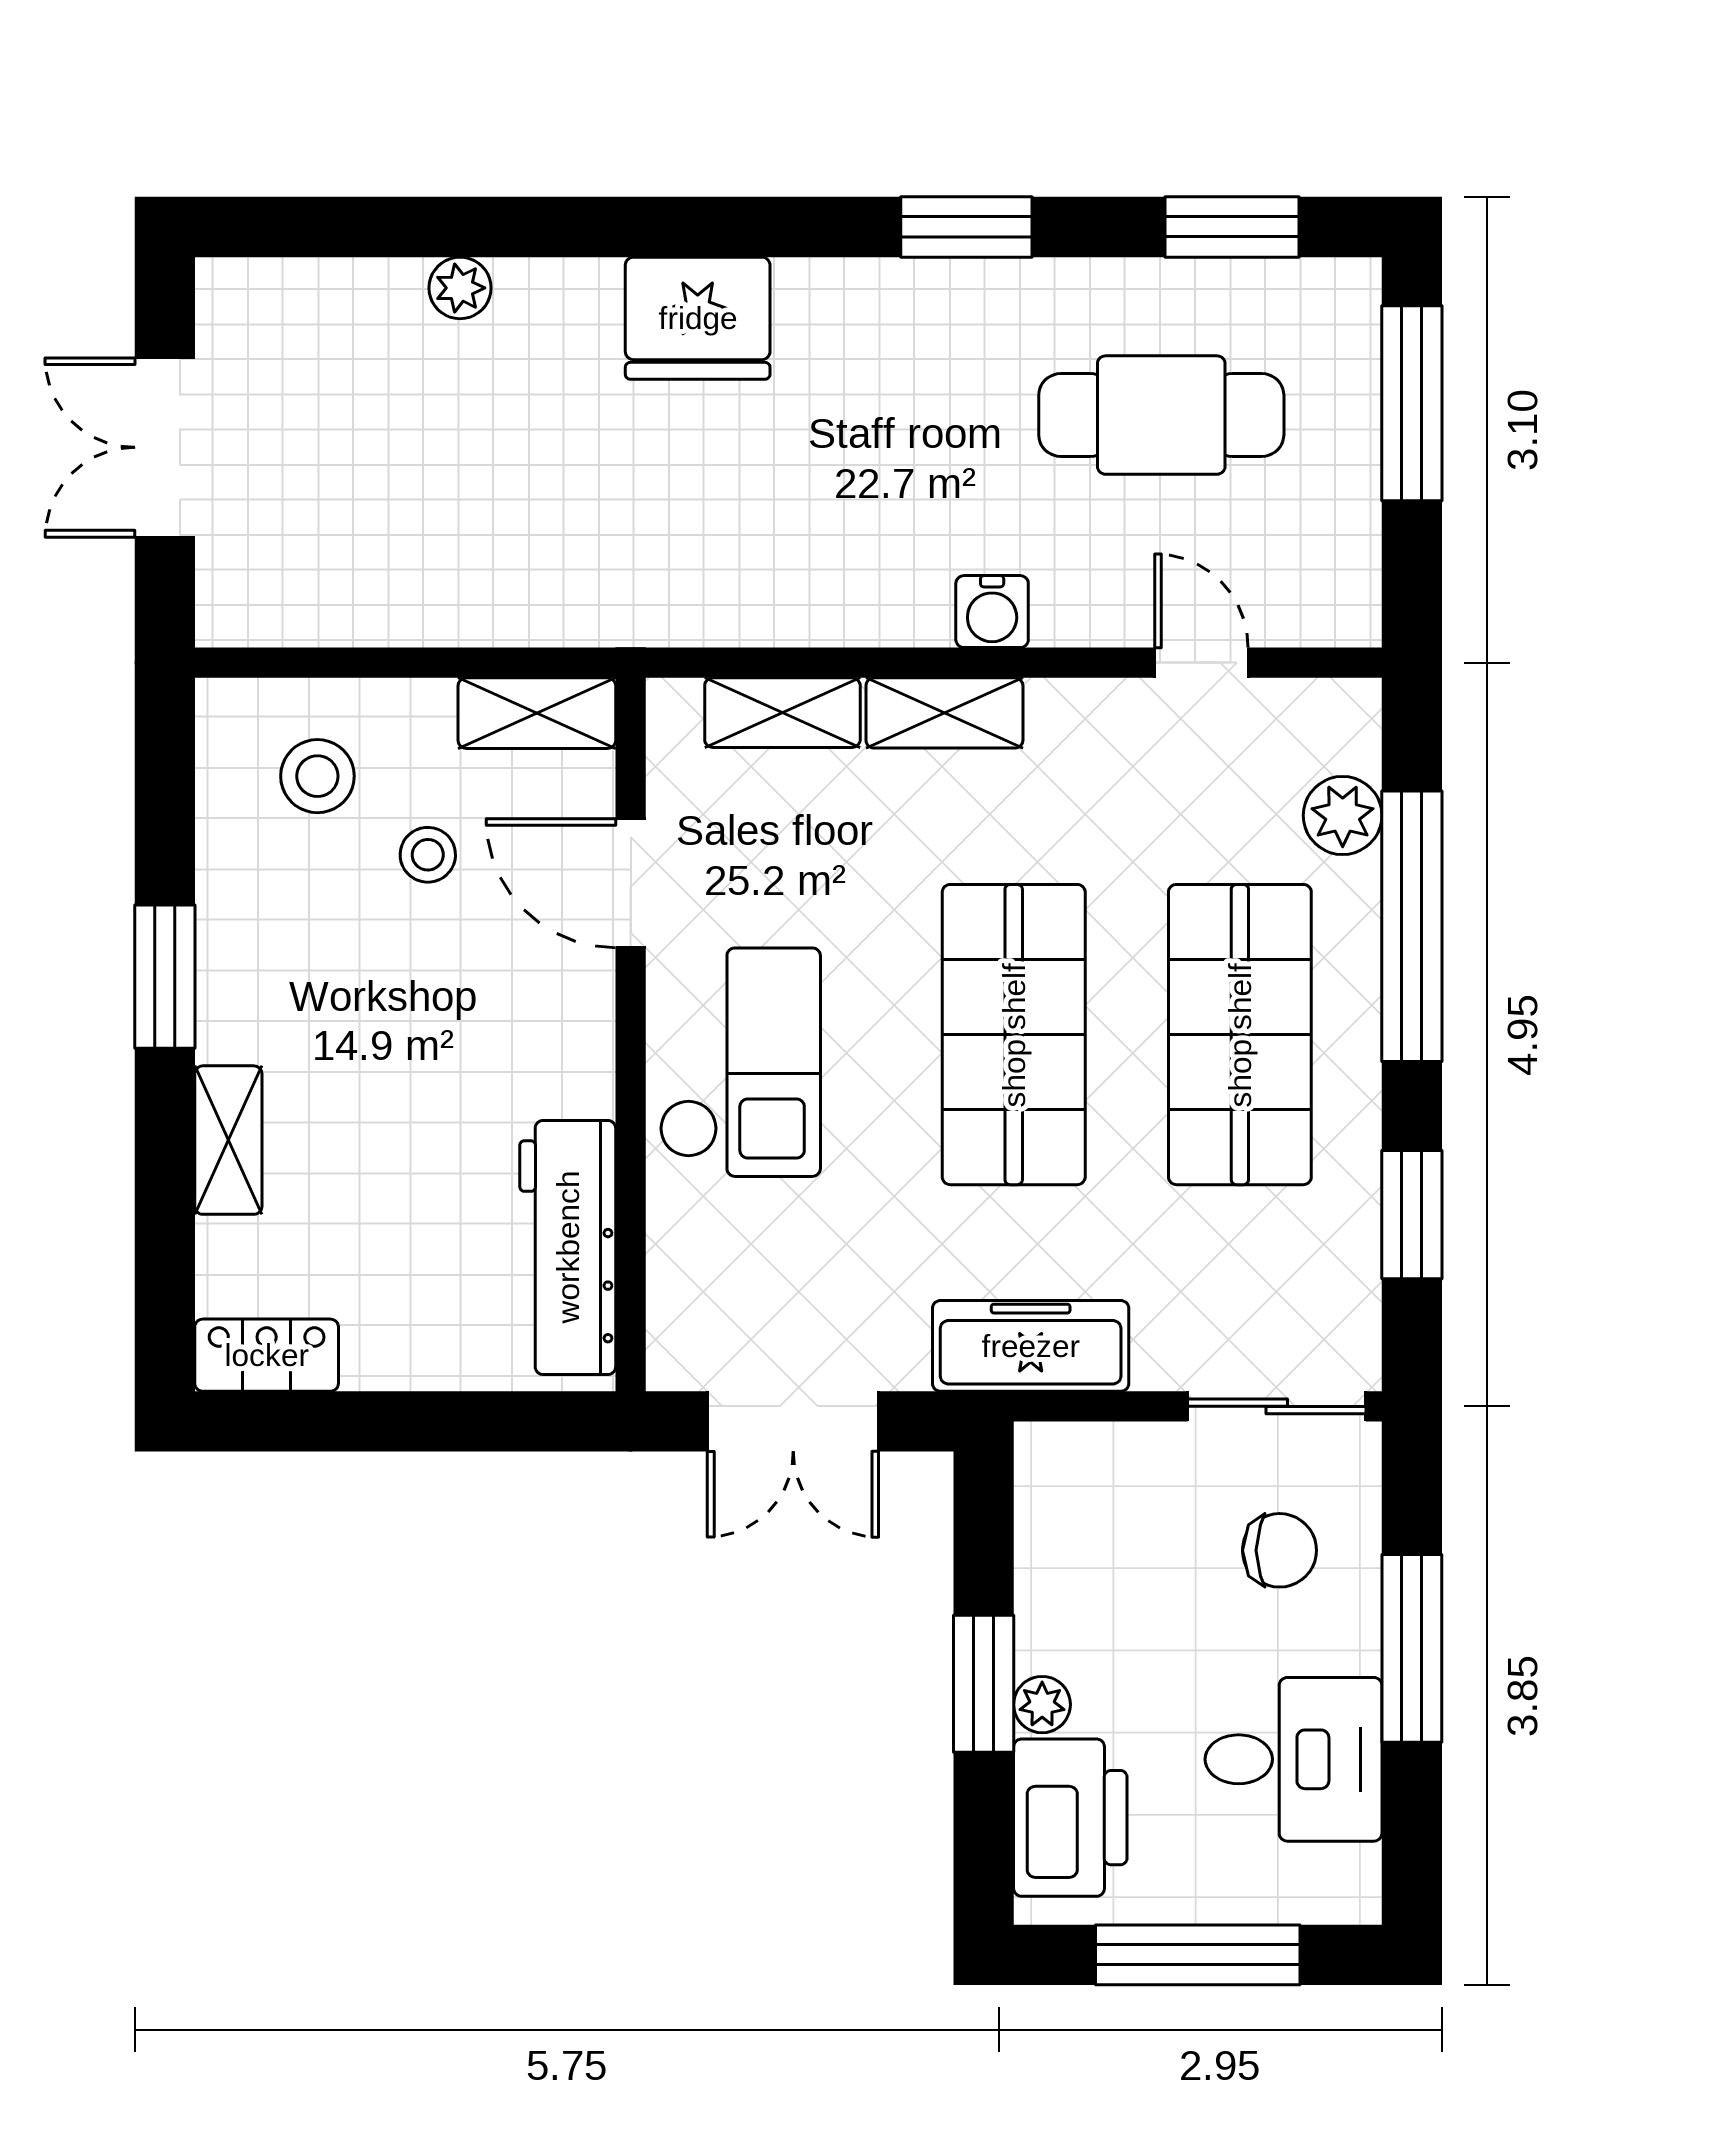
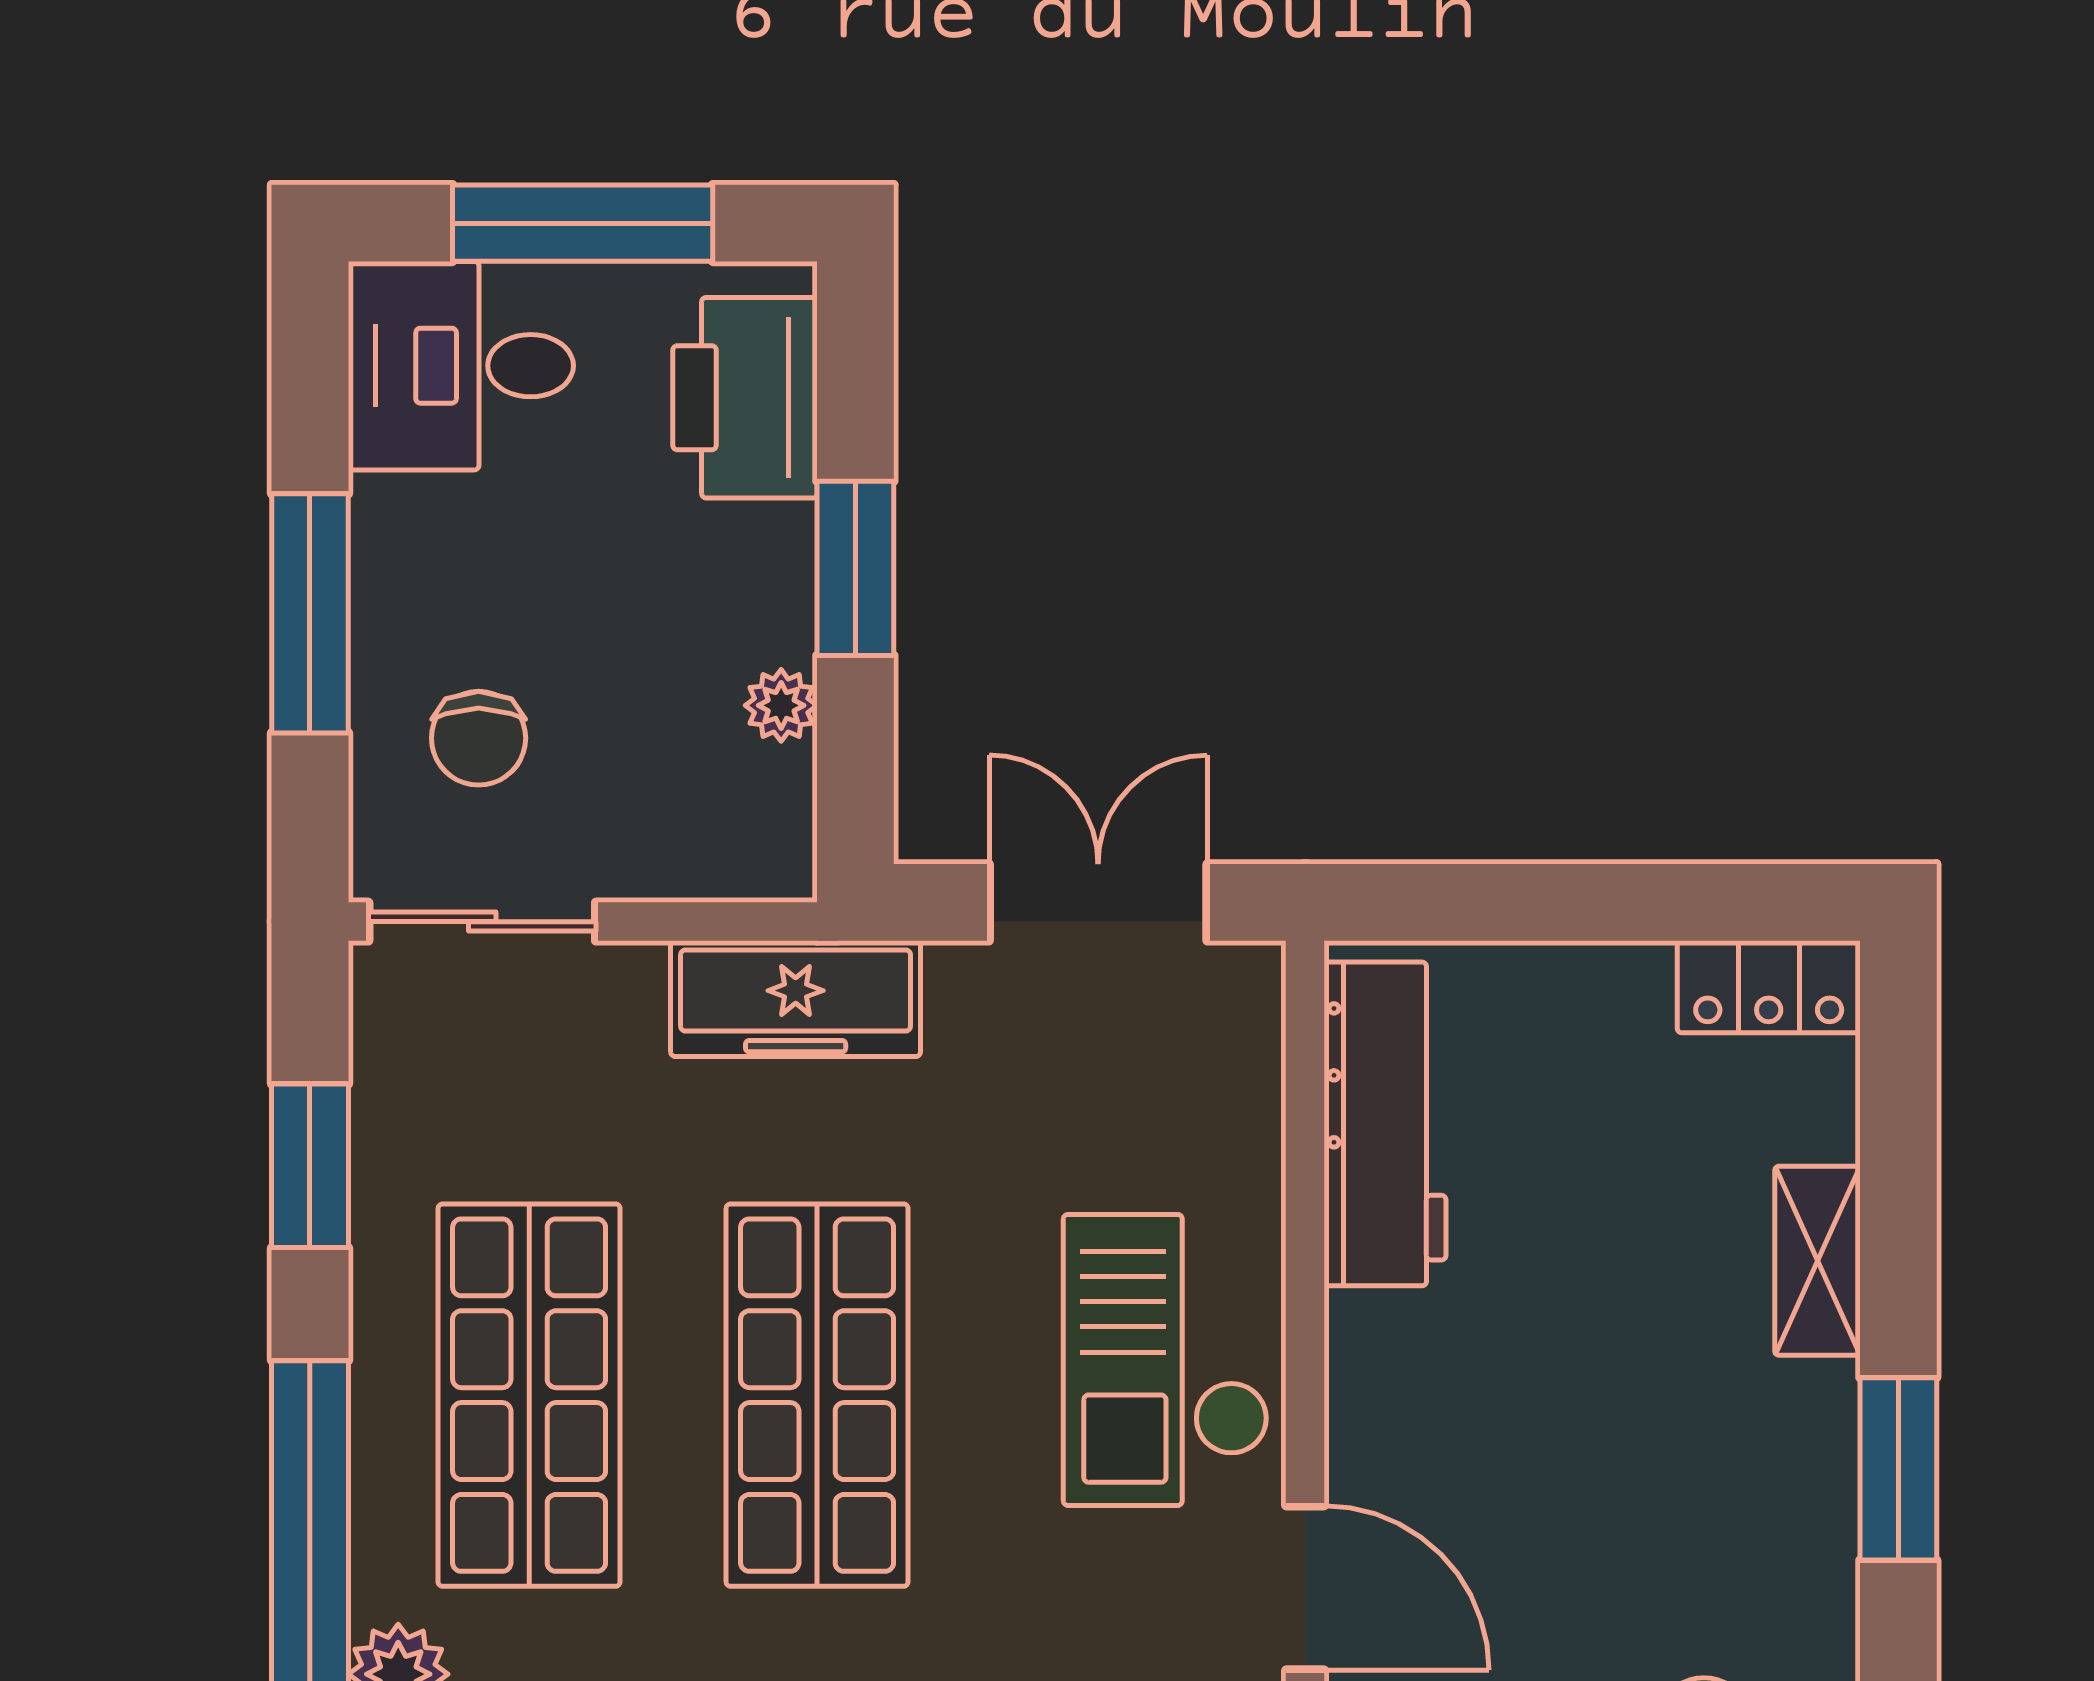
stool: (428, 855) -> (1563, 1624), removed
chair: (1280, 1550) -> (479, 738), turned -90
plant: (1042, 1705) -> (781, 705), moved
desk: (1293, 1759) -> (461, 366), moved

